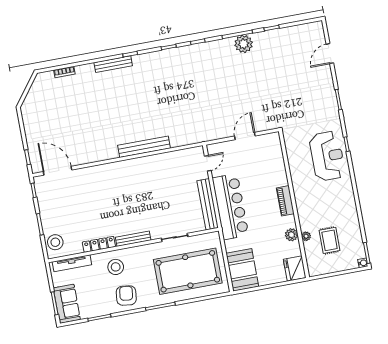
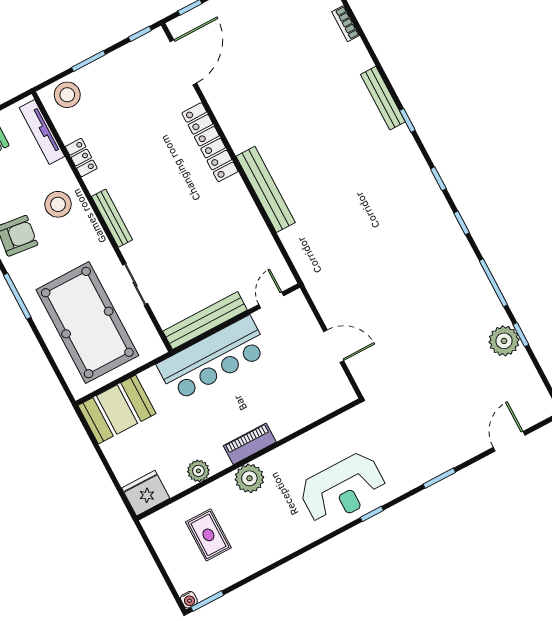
plant: (244, 44) -> (504, 341), moved
door: (330, 54) -> (509, 441), hinge flipped
door: (208, 163) -> (271, 300), swing flipped
locker: (107, 170) -> (210, 142), added
plant: (306, 236) -> (249, 478), moved, width x1.88, depth x1.88
rug: (330, 240) -> (208, 535), turned 90
locker: (99, 244) -> (81, 158), width x0.66

